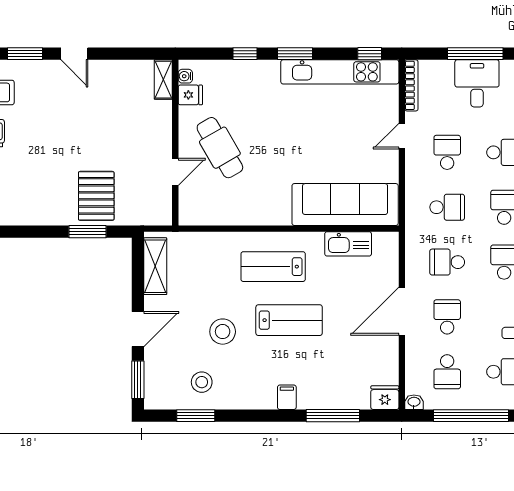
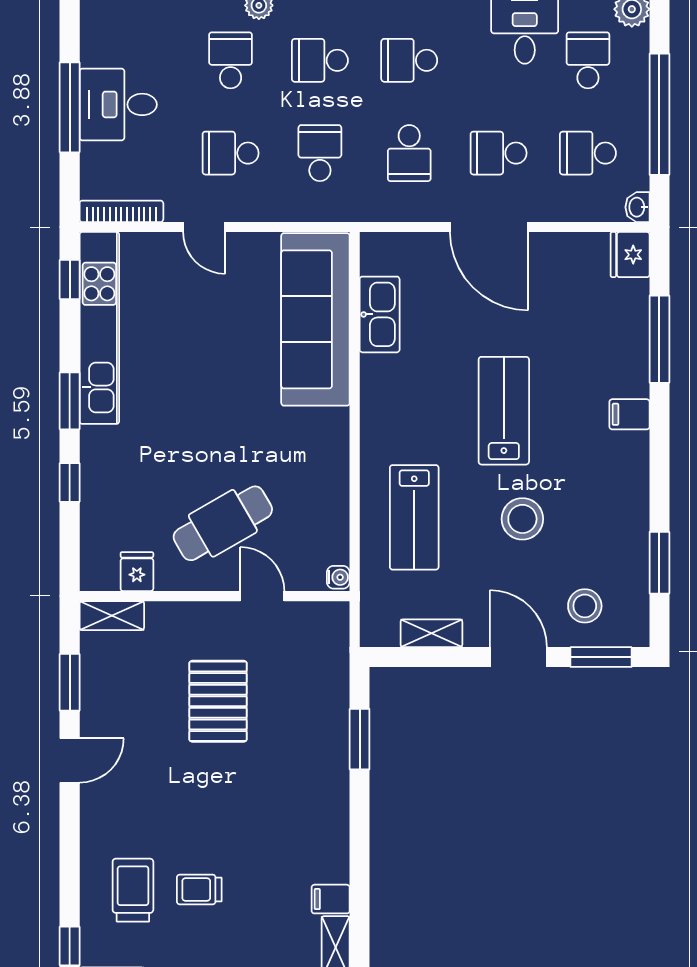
window: (25, 54) -> (70, 682), moved
water cooler: (185, 76) -> (338, 577), moved, turned -90
pallet: (96, 196) -> (218, 701), moved, turned 90
shelving: (155, 266) -> (431, 633), width x0.67, depth x0.75
lab bench: (273, 267) -> (414, 517), moved
school desk: (447, 372) -> (588, 153), turned 180
stool: (202, 382) -> (585, 606), moved

